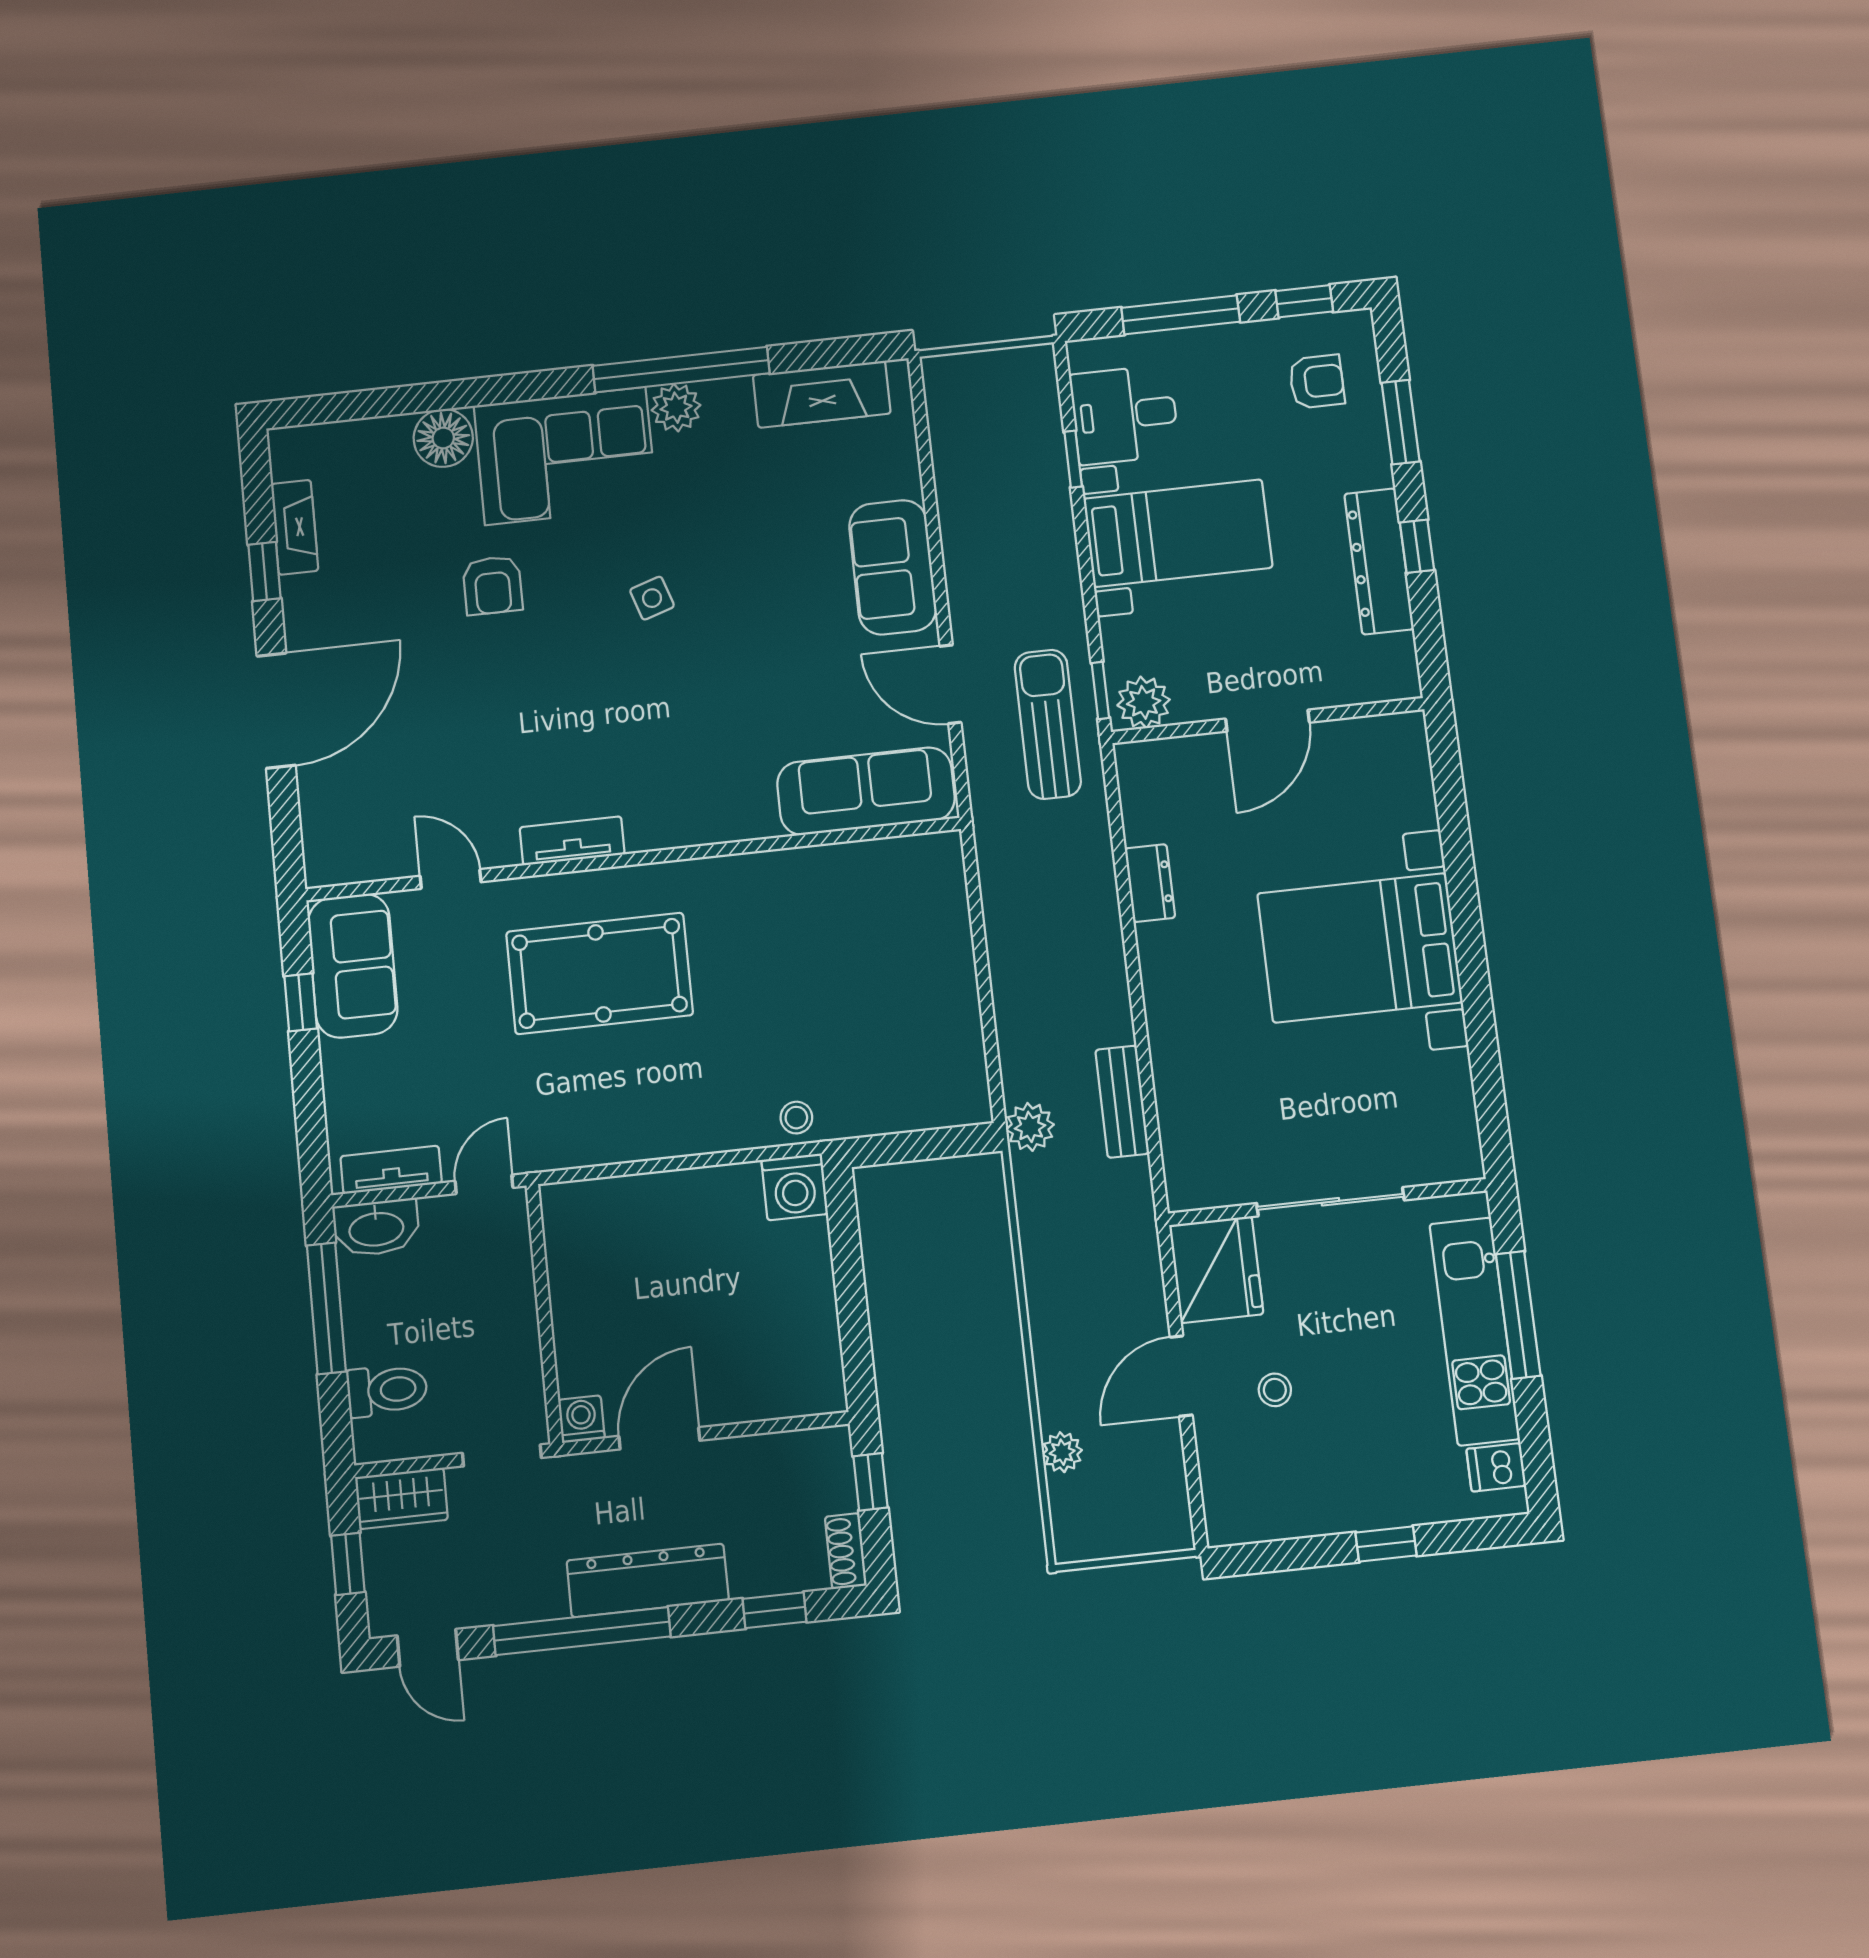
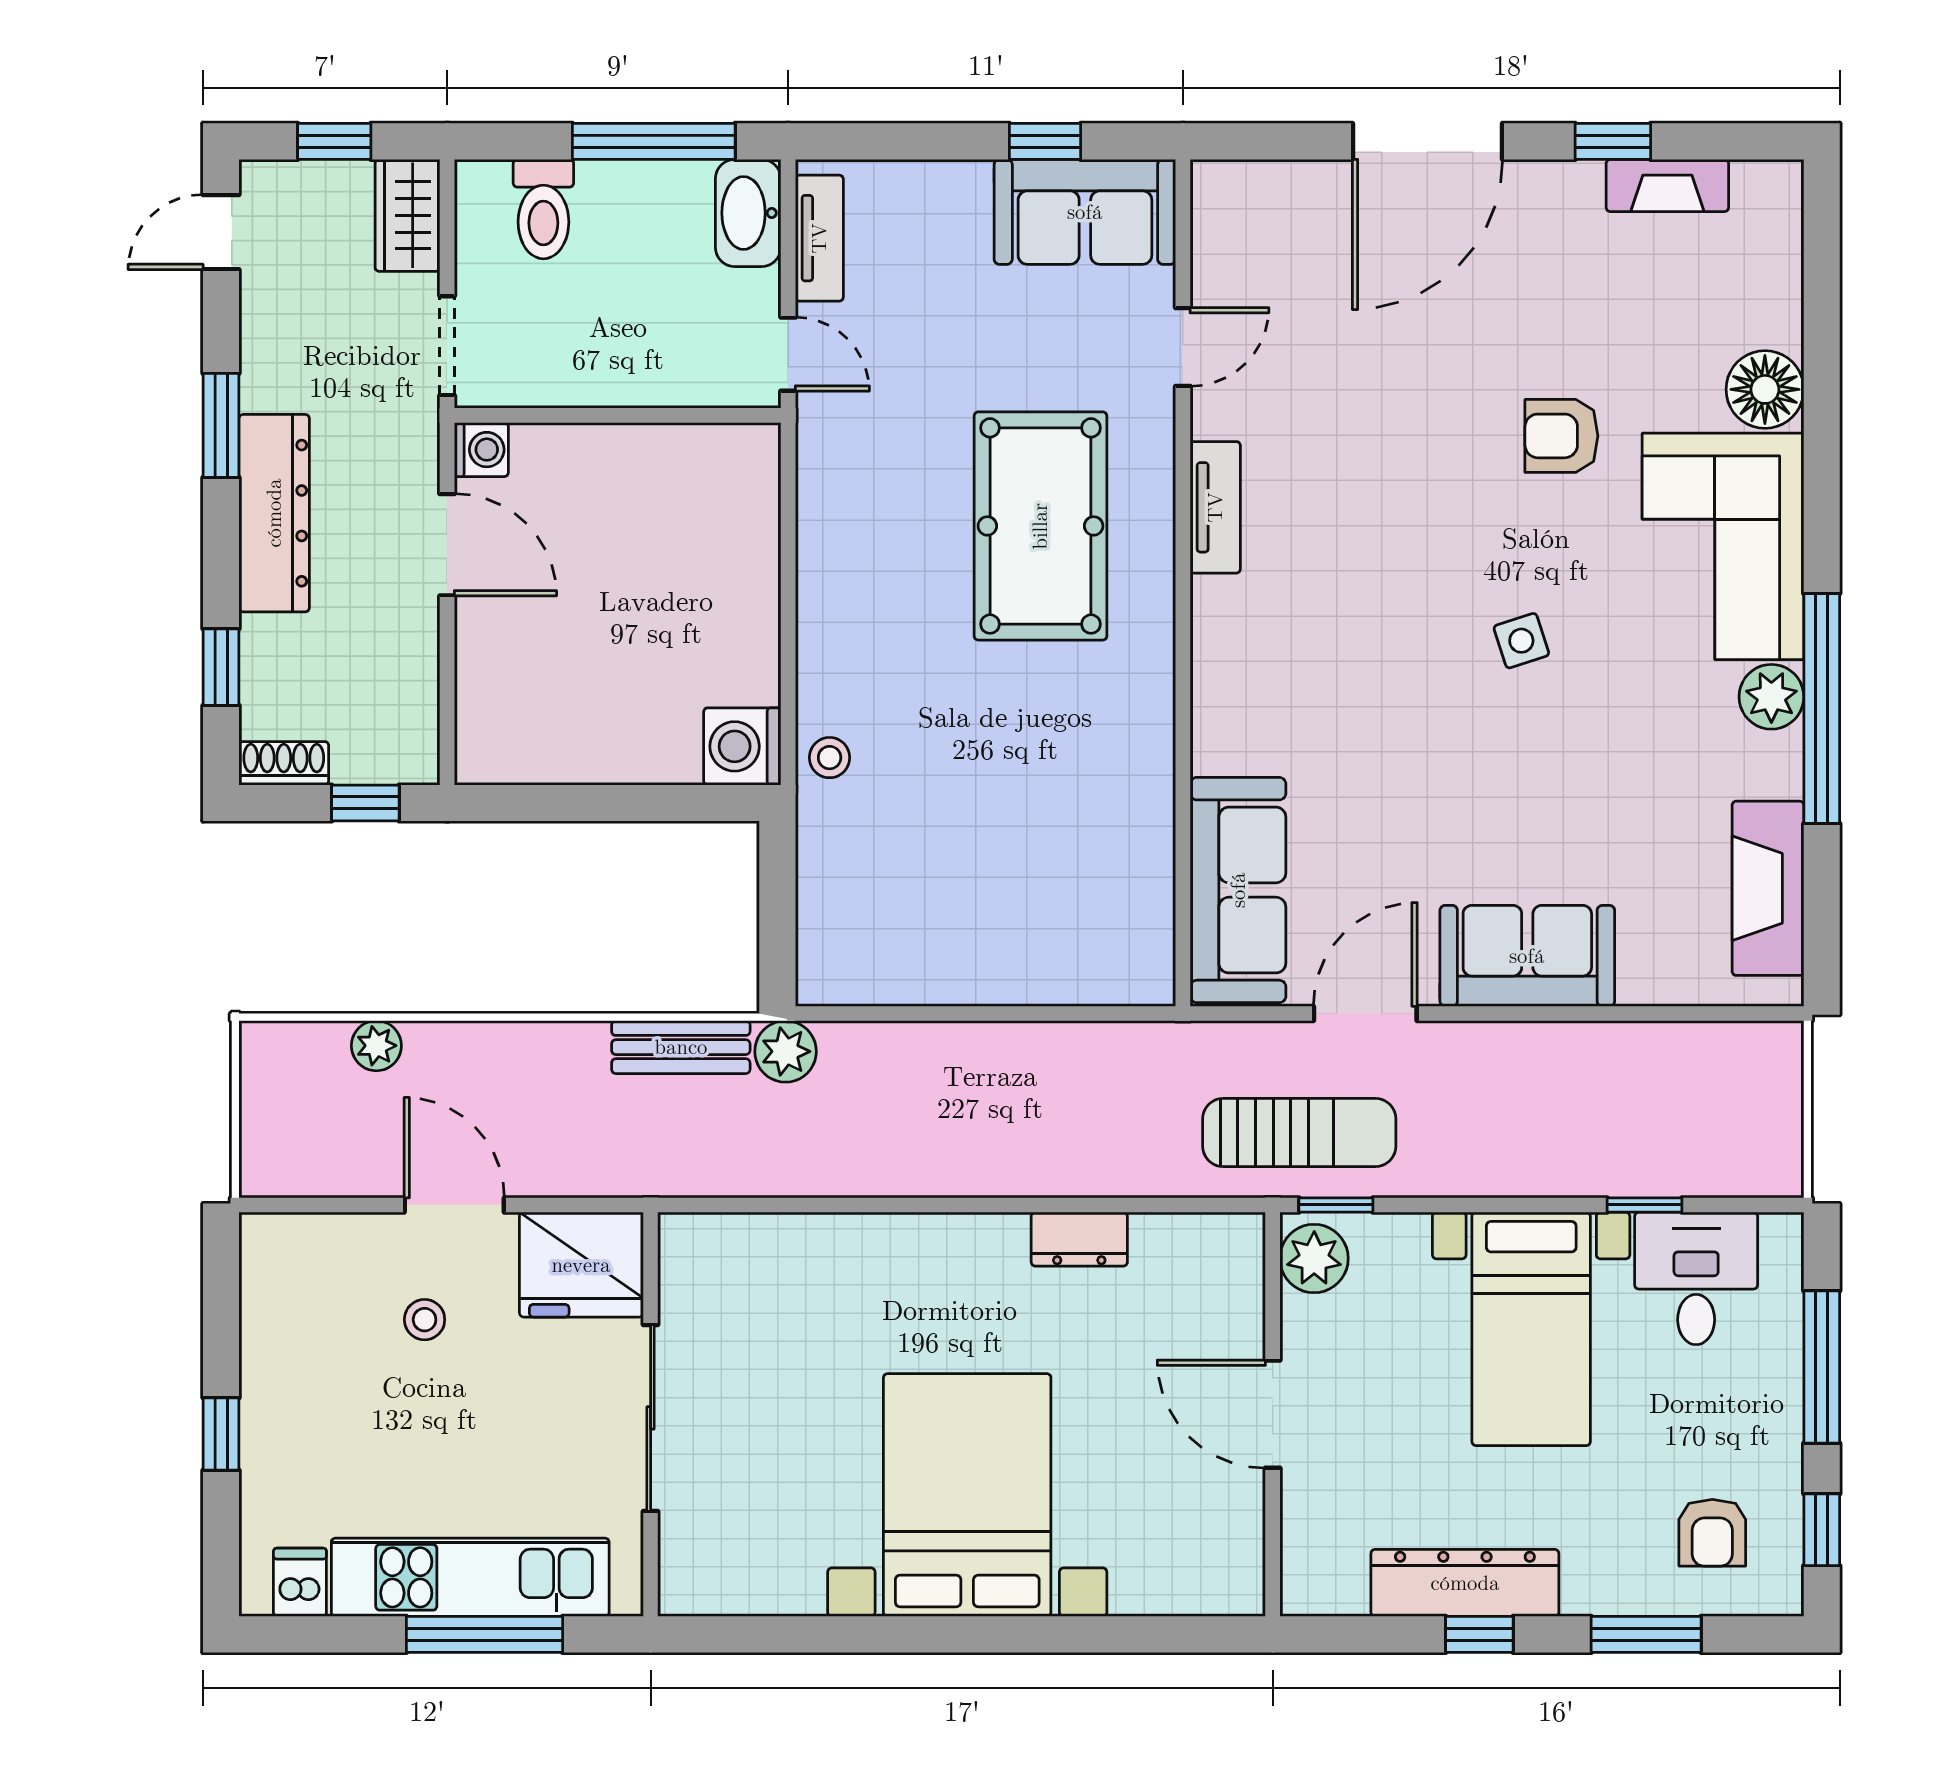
door: (276, 711) -> (1427, 141), hinge flipped
bench: (1122, 1102) -> (681, 1047), moved
window: (582, 1631) -> (221, 425), width x0.47

